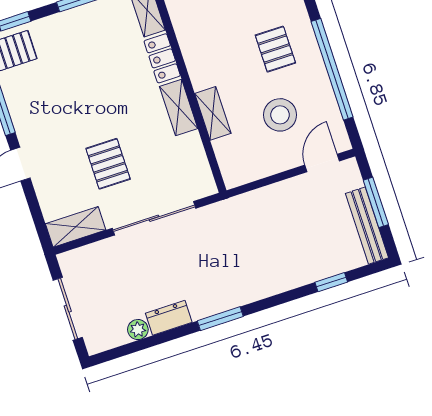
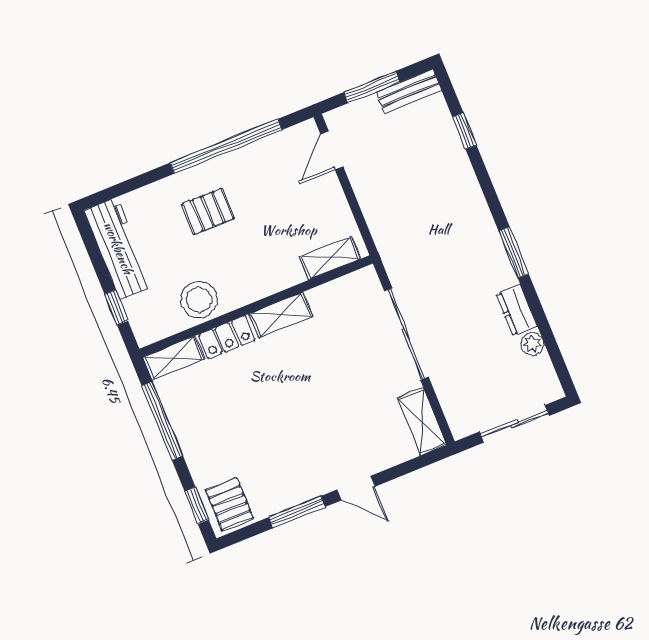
shelving: (213, 113) -> (330, 258), moved
stool: (280, 115) -> (199, 300), moved
door: (322, 163) -> (332, 150), hinge flipped
pallet: (108, 164) -> (349, 390), removed
bench: (367, 226) -> (409, 91), width x0.73

